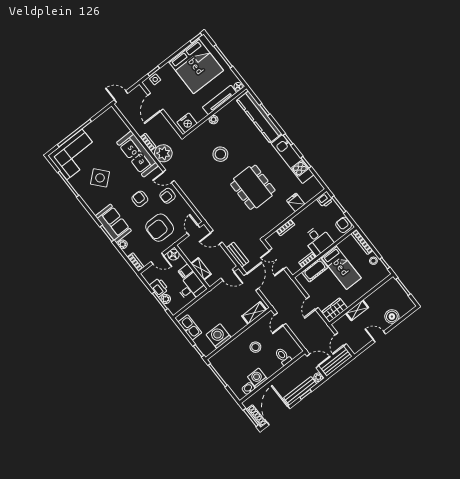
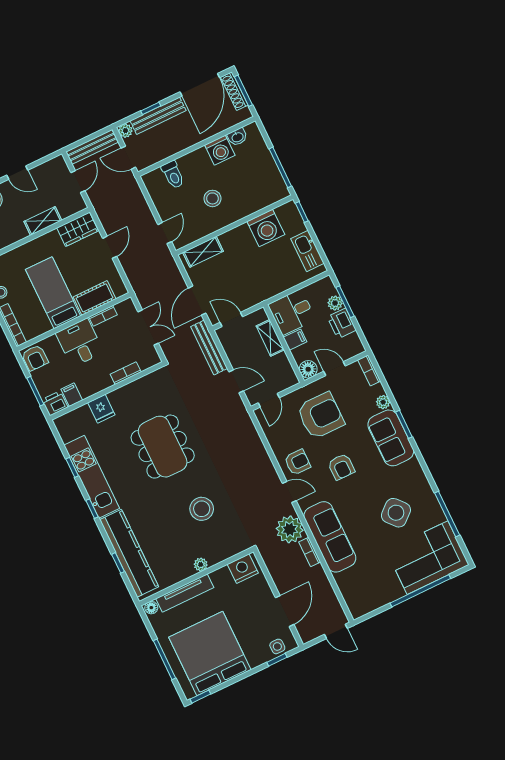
filing cabinet: (316, 207) -> (72, 395), added
bench: (238, 255) -> (209, 348), width x1.36

